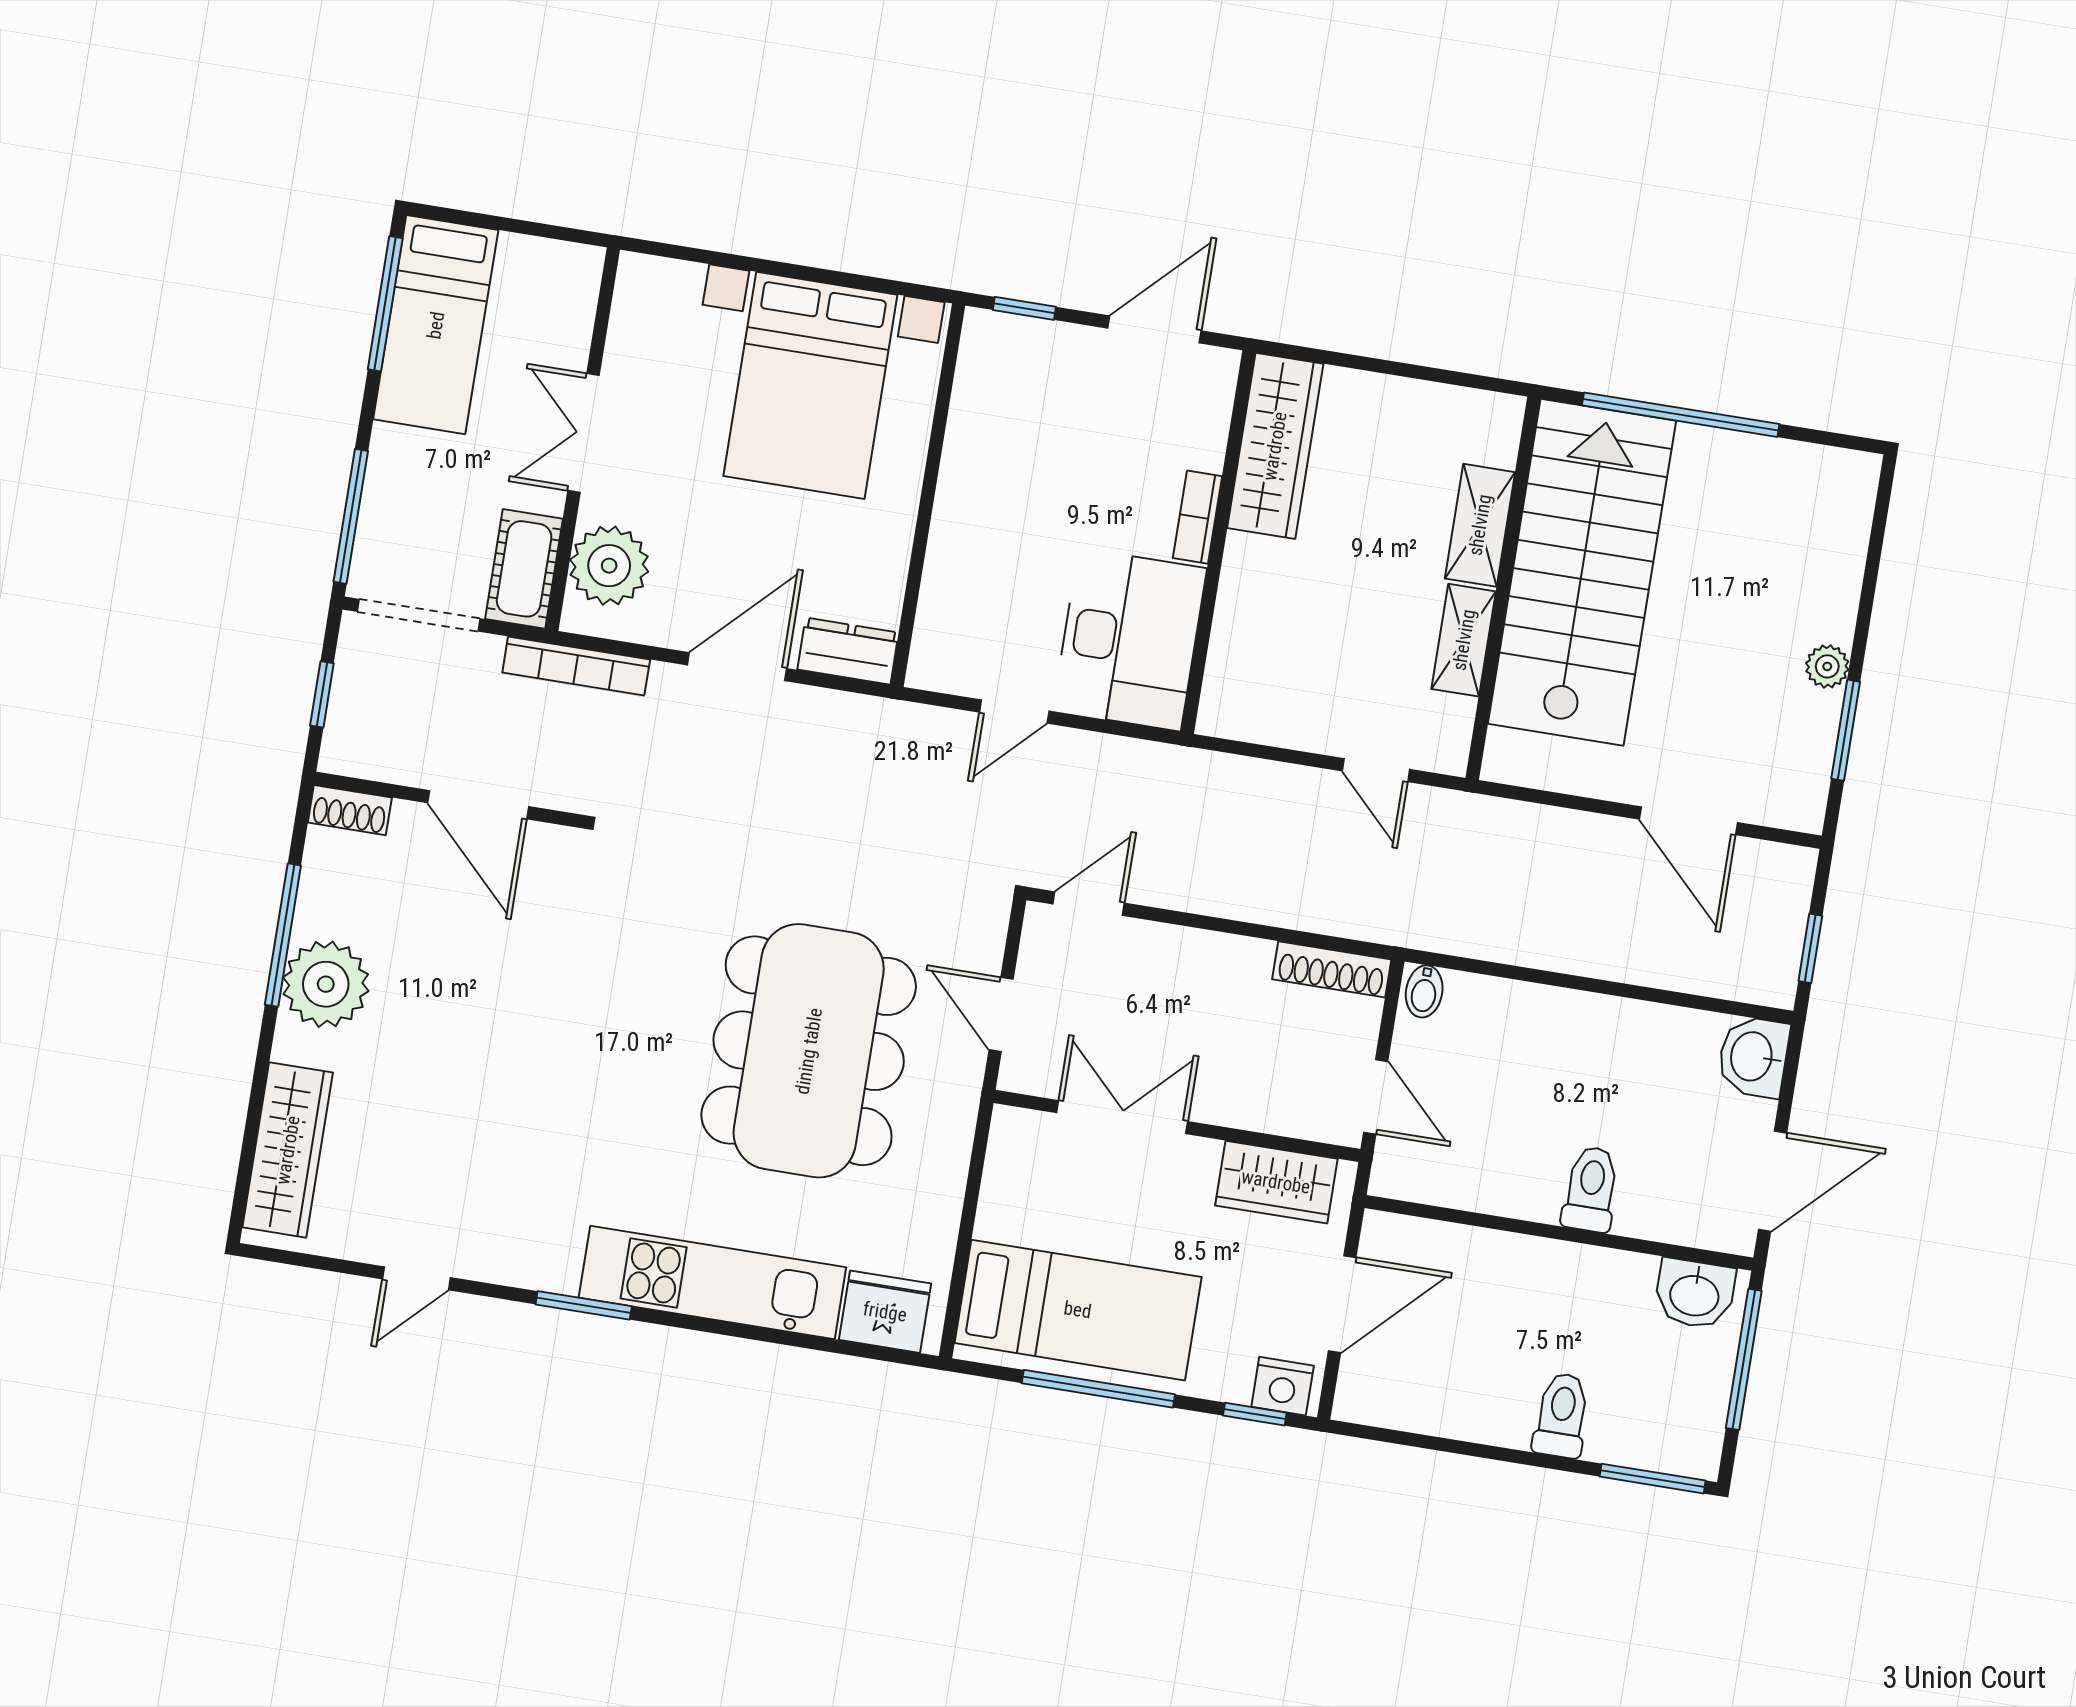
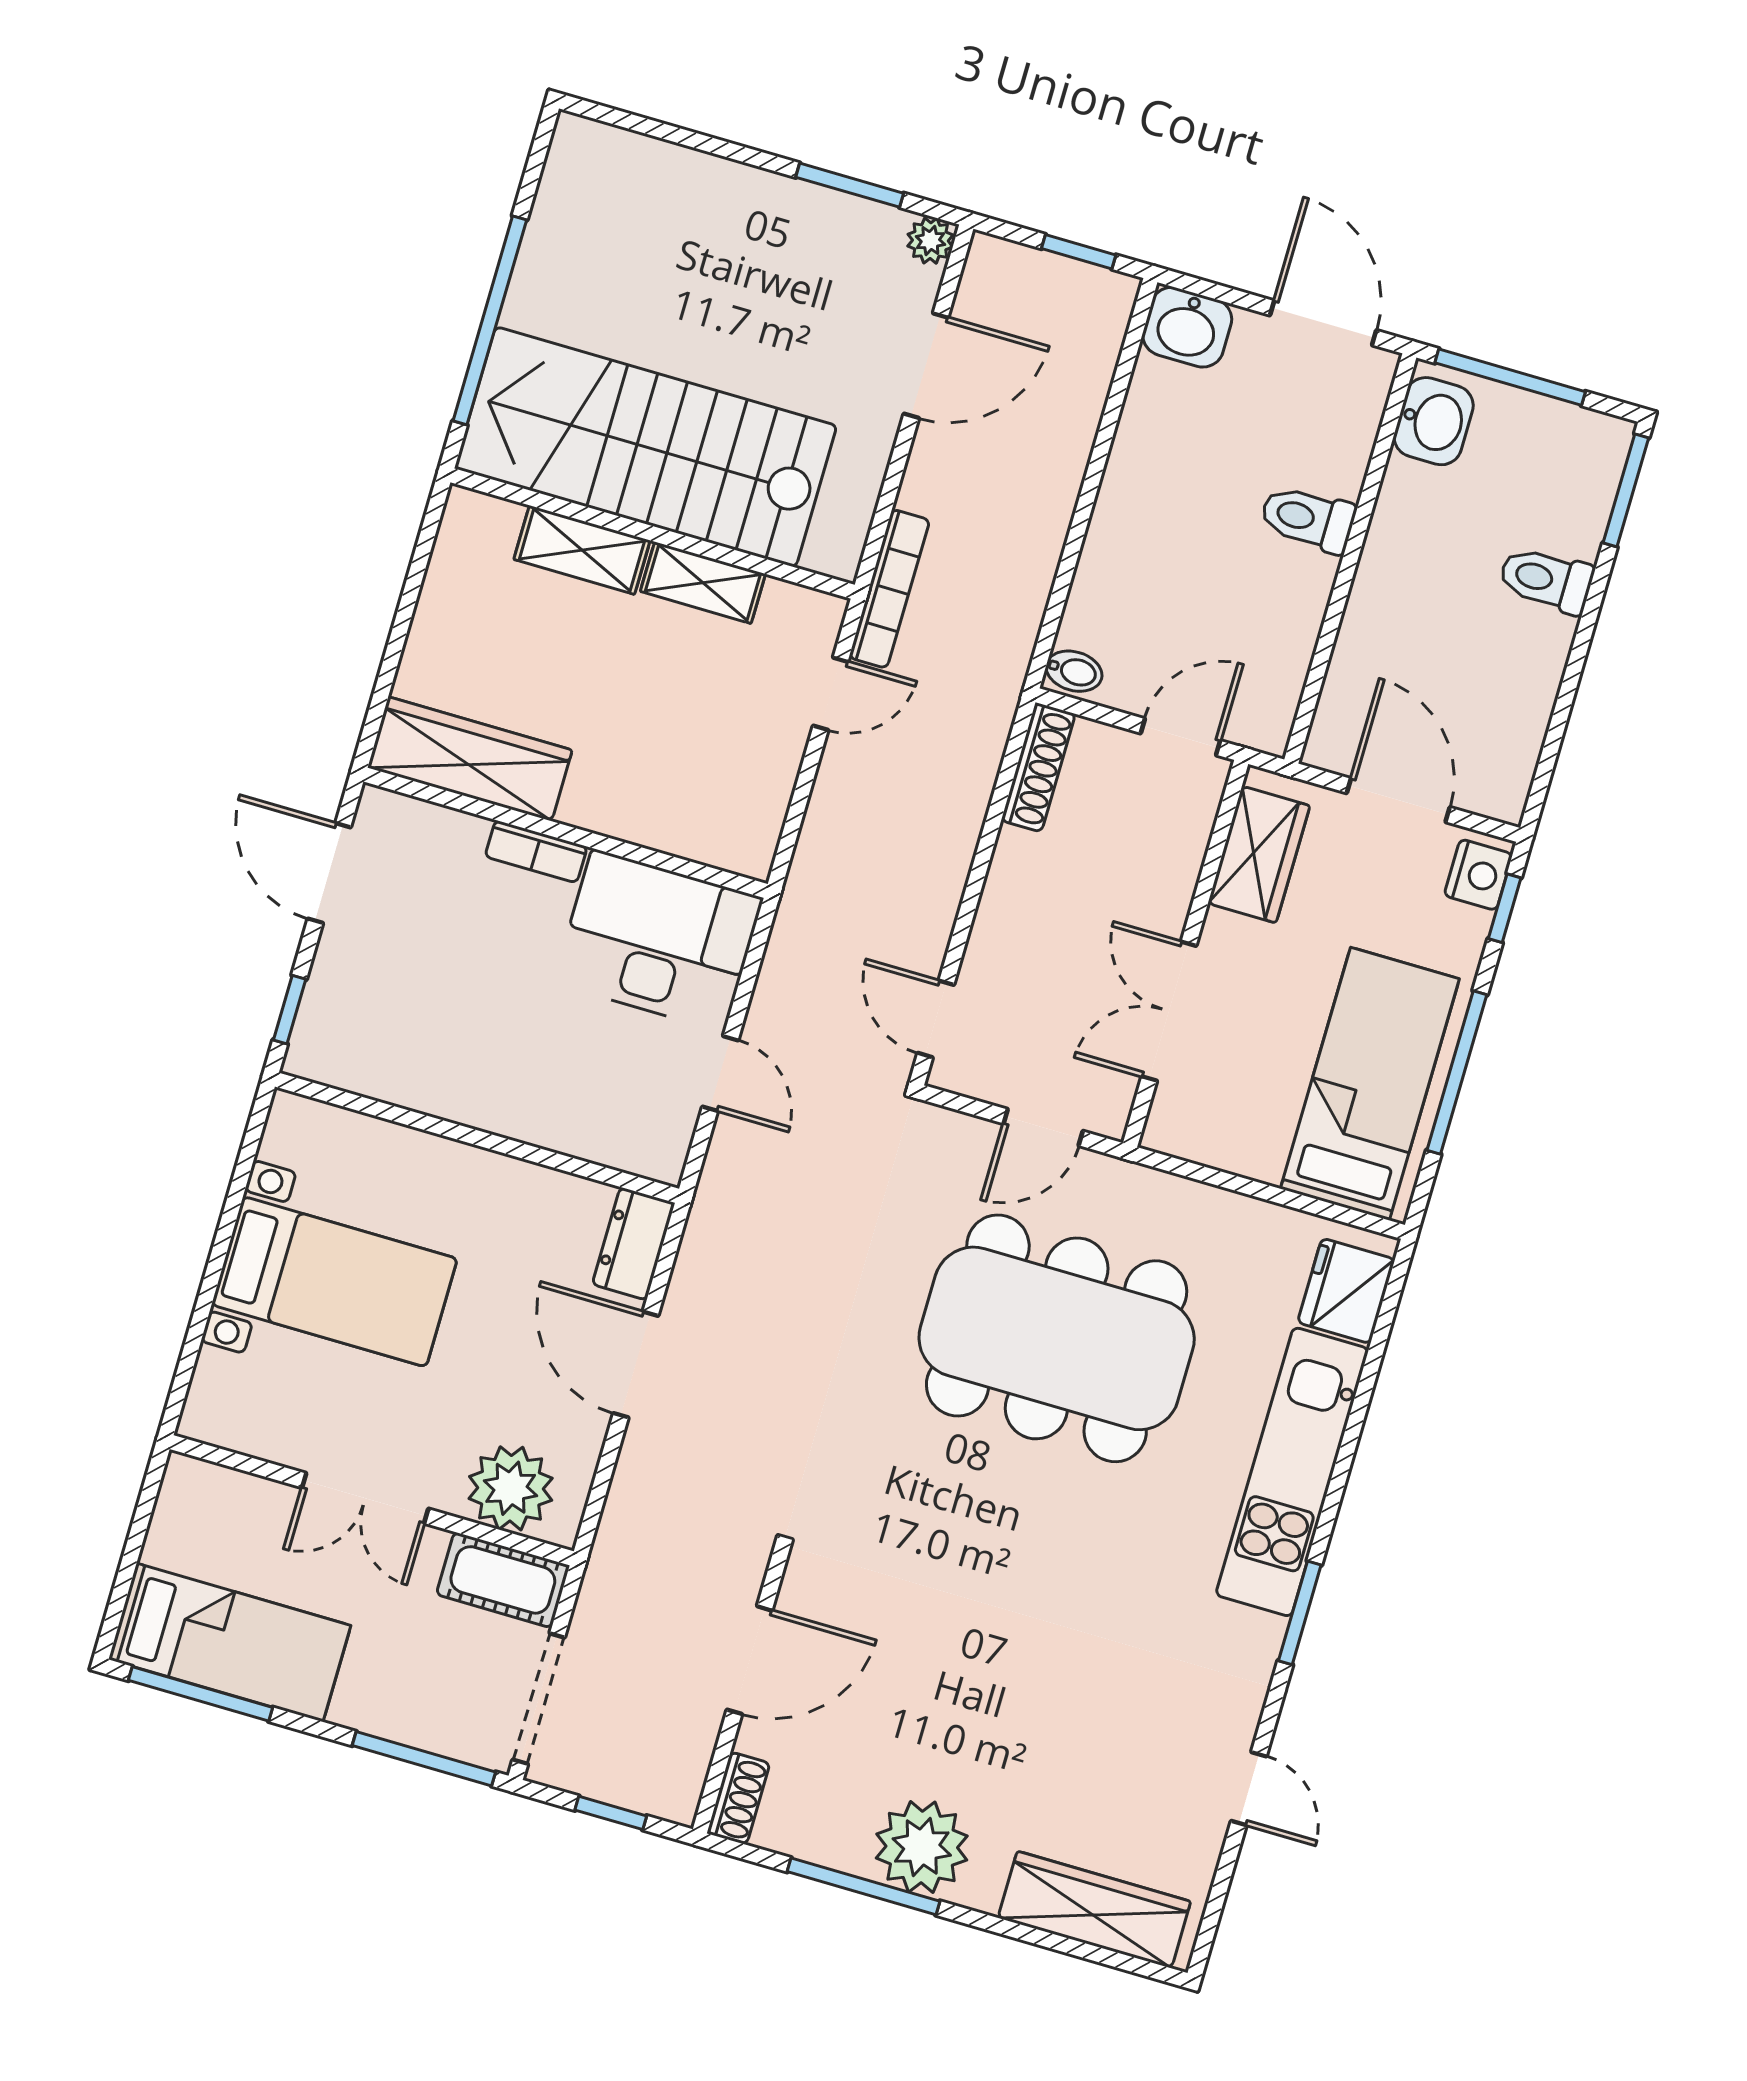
bed with nightstands: (810, 385) -> (334, 1282), width x0.73
bookcase: (576, 666) -> (889, 589), moved
plant: (1827, 666) -> (930, 241), moved

